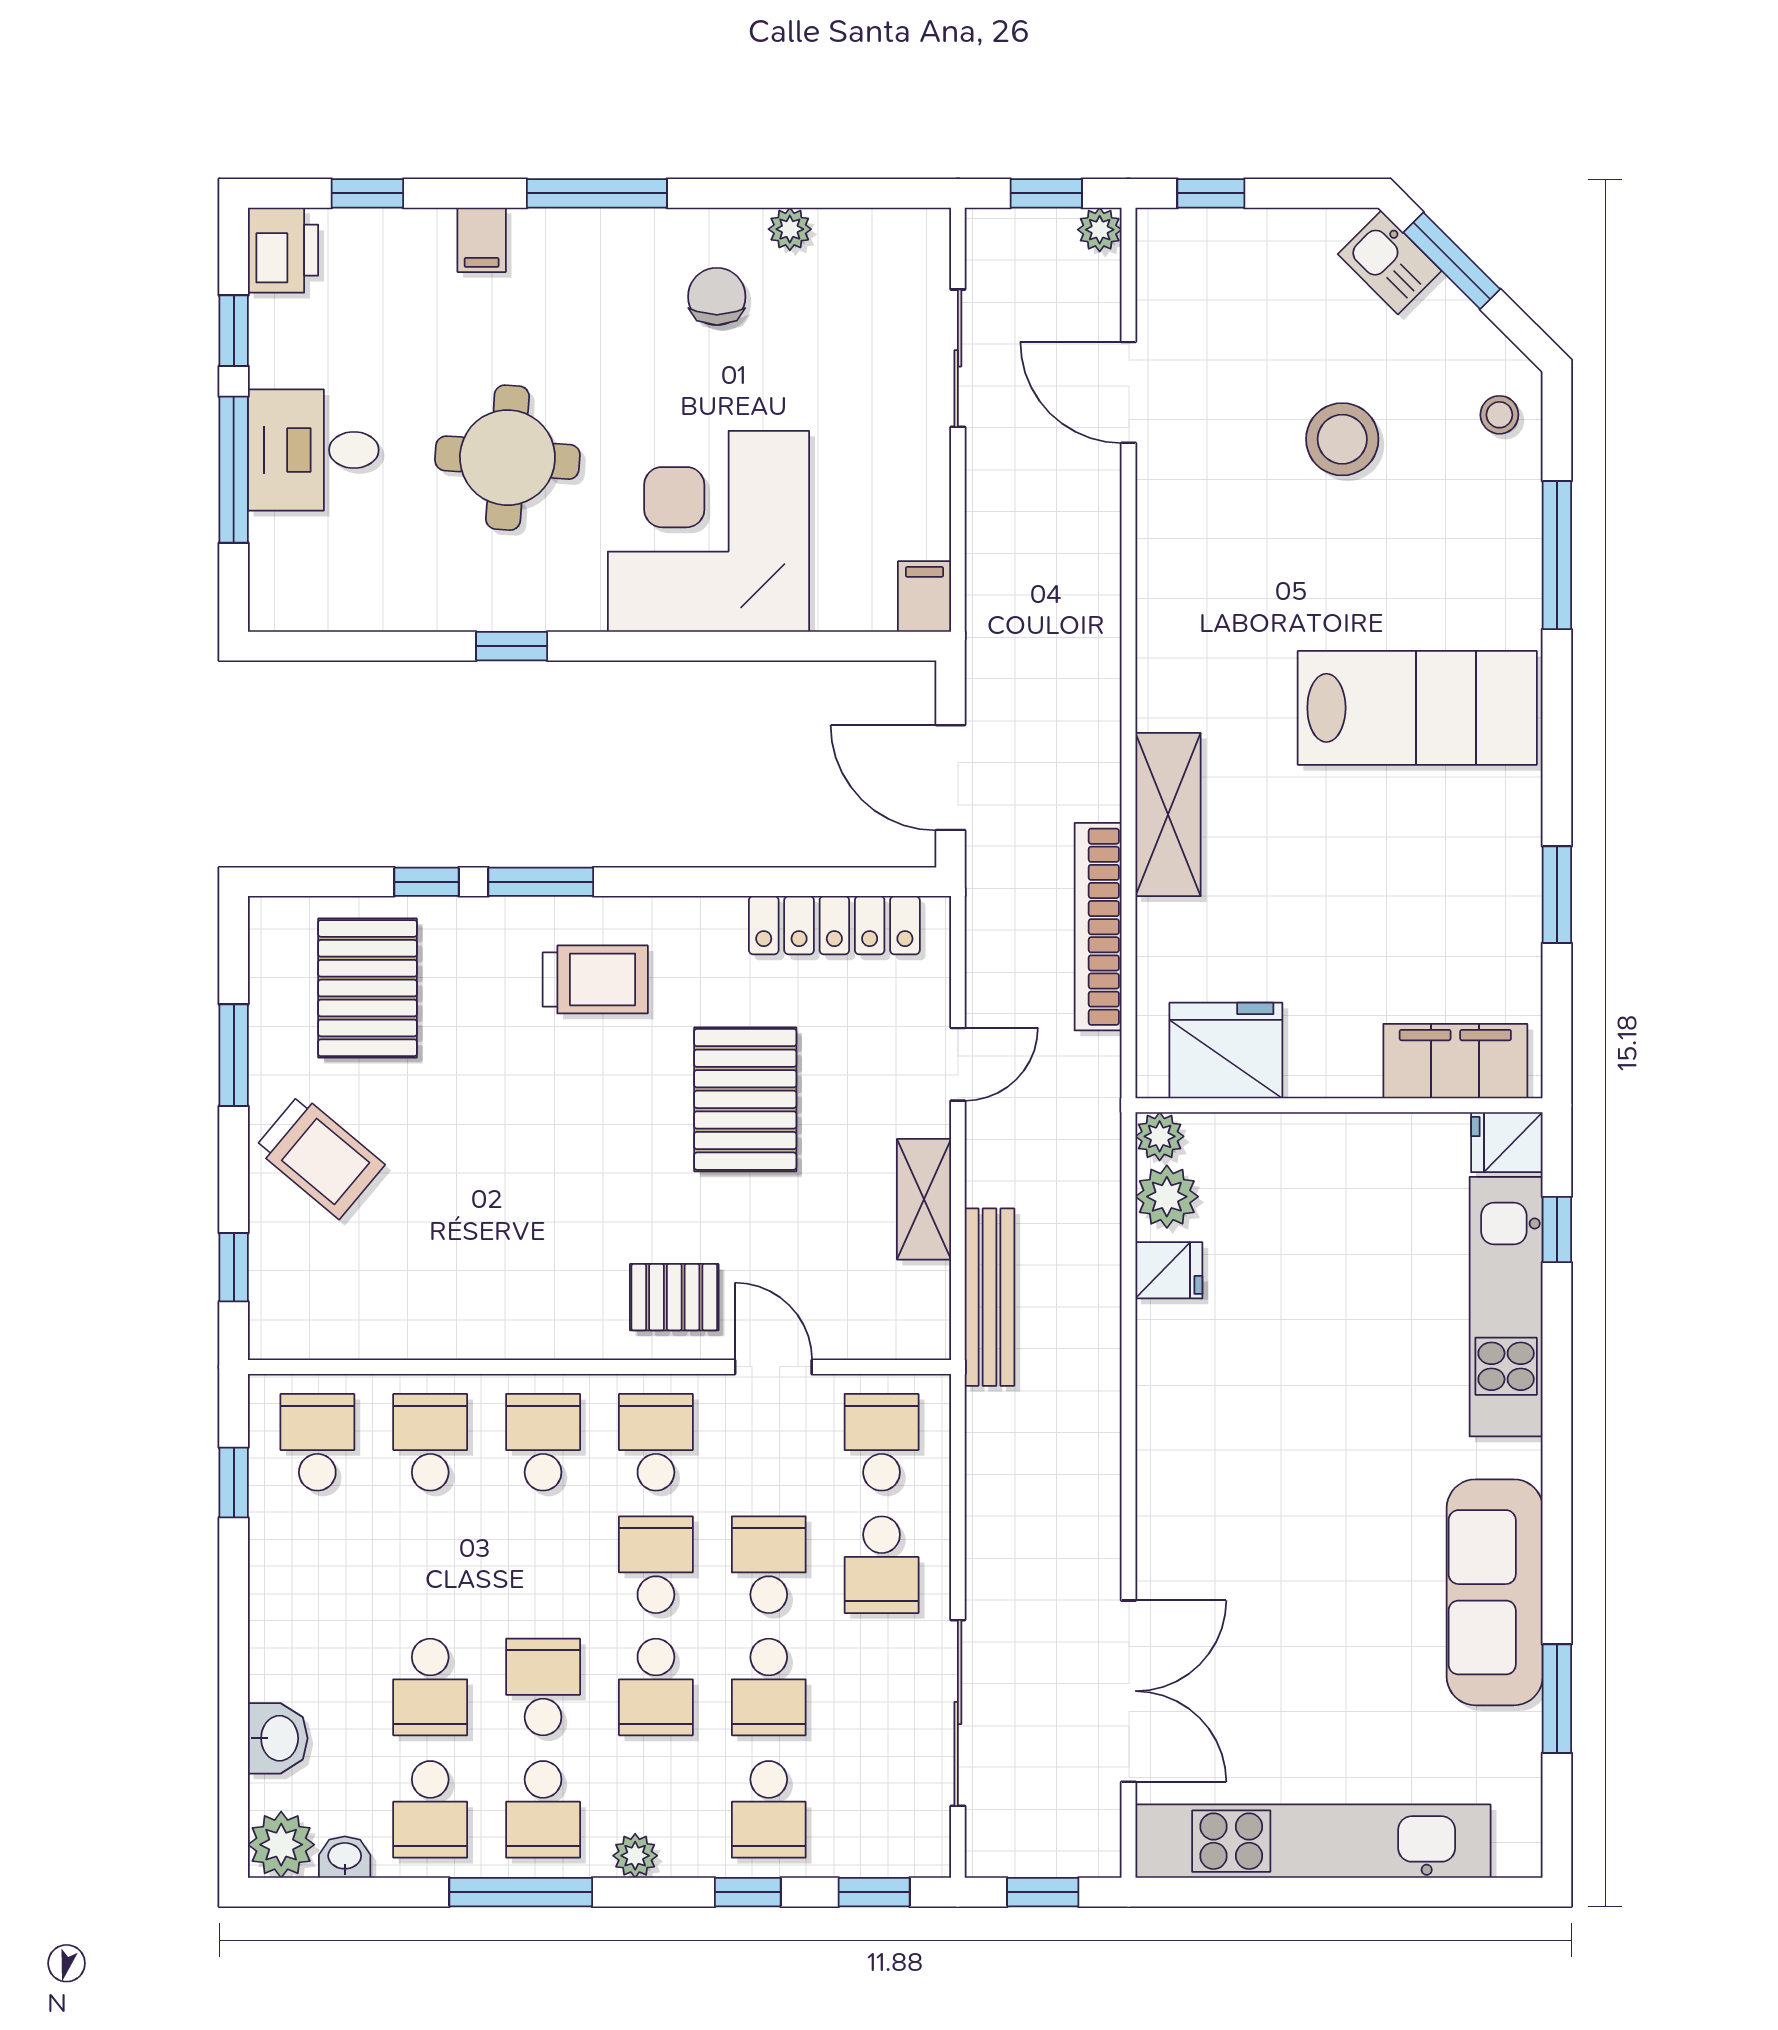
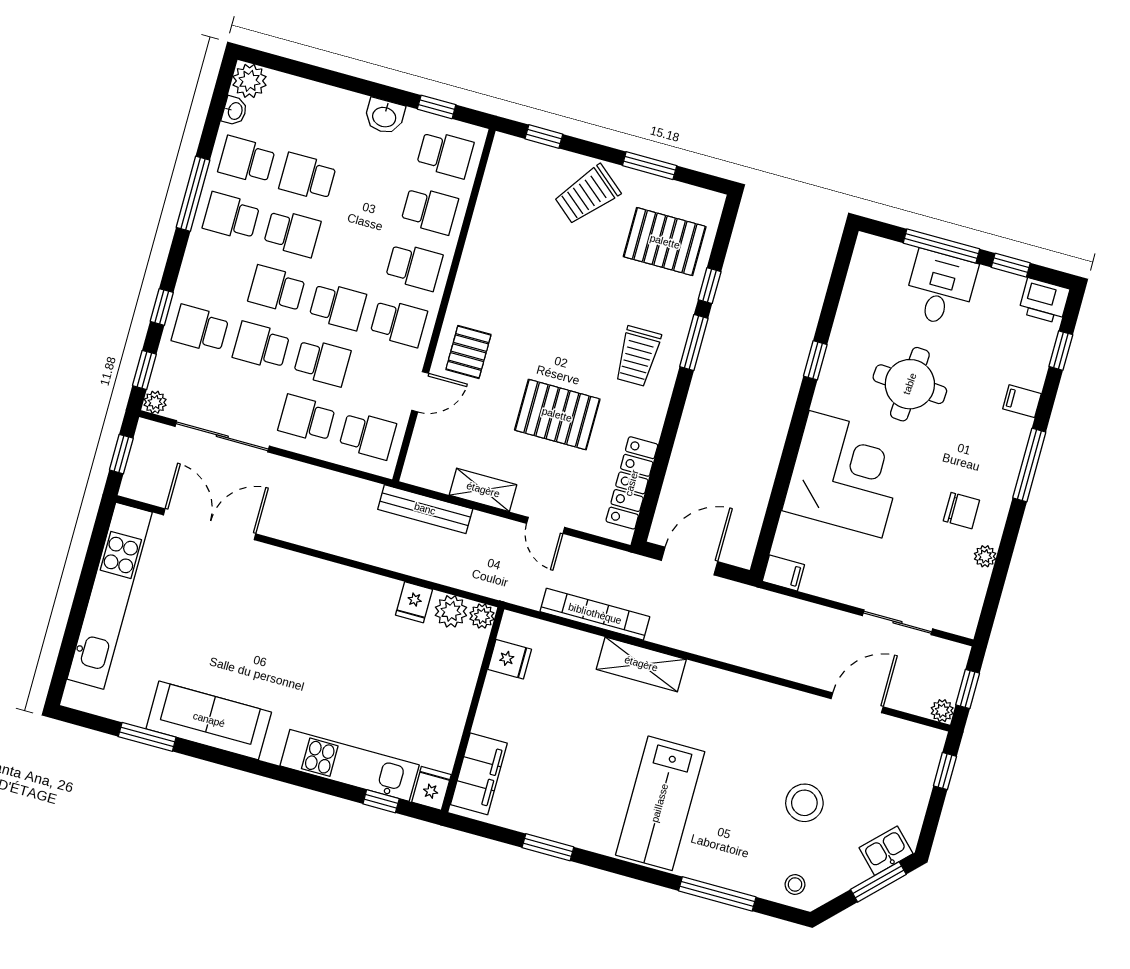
fridge: (1226, 1051) -> (510, 659), width x0.53, depth x0.75
double door: (1129, 1691) -> (210, 524), swing flipped
washbasin: (278, 1738) -> (384, 116), moved
plant: (635, 1856) -> (155, 402), moved

